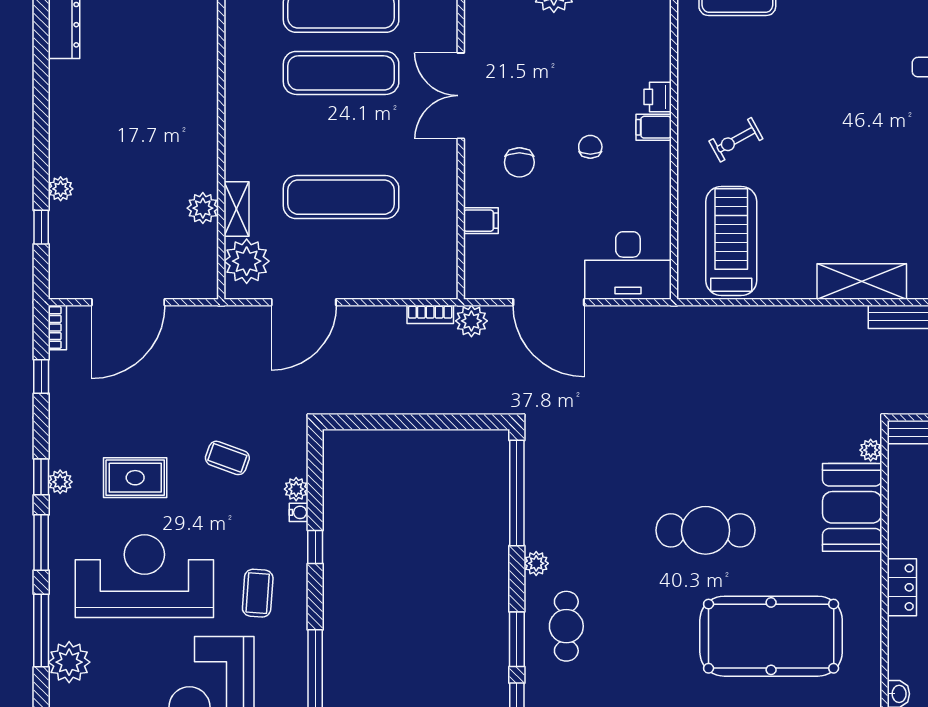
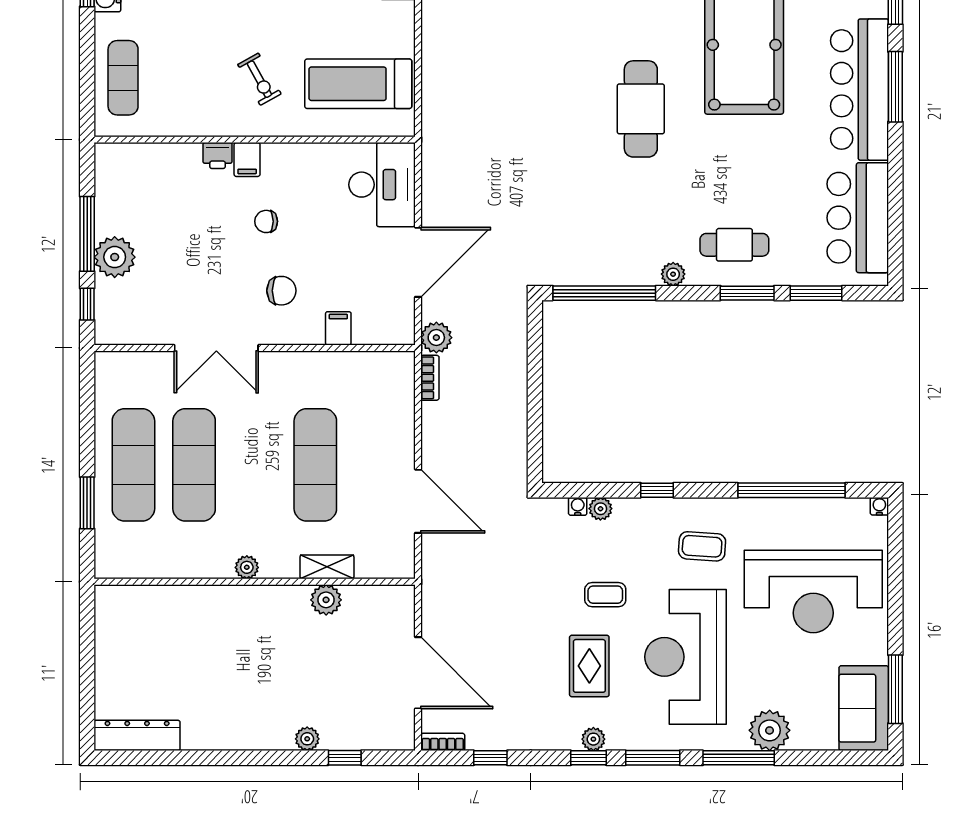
plant: (247, 261) -> (247, 567), moved, width x0.53, depth x0.53
coffee table: (227, 458) -> (605, 595), moved, turned 70
water cooler: (299, 512) -> (578, 506), moved

